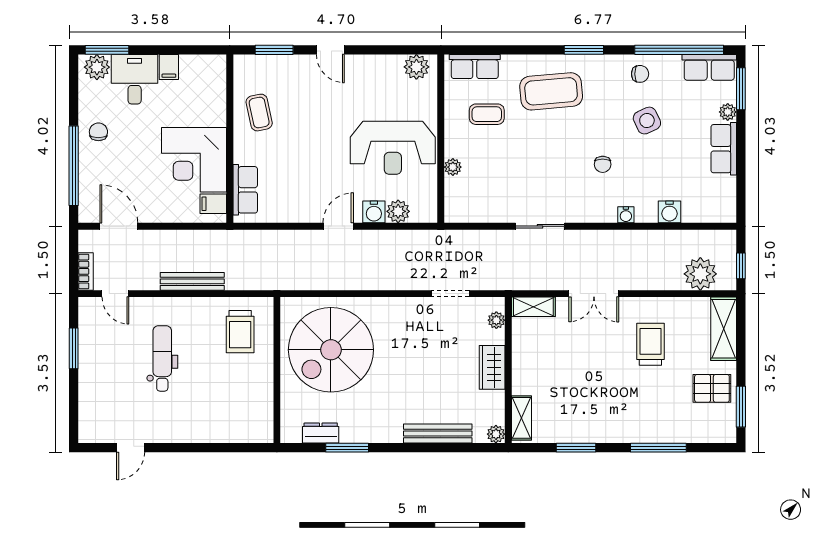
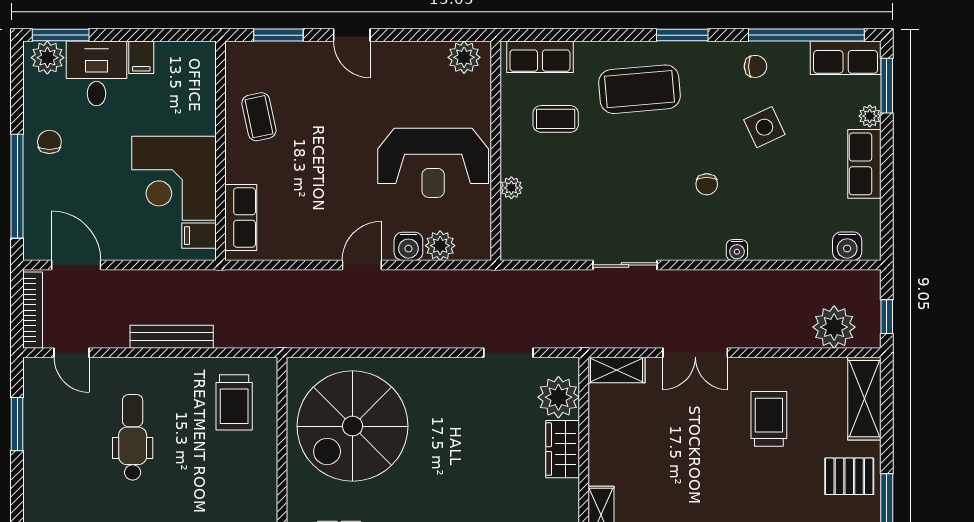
water cooler: (669, 212) -> (847, 246), moved
bookcase: (86, 271) -> (33, 310), width x1.56
plant: (496, 320) -> (558, 397), width x1.88, depth x1.88

